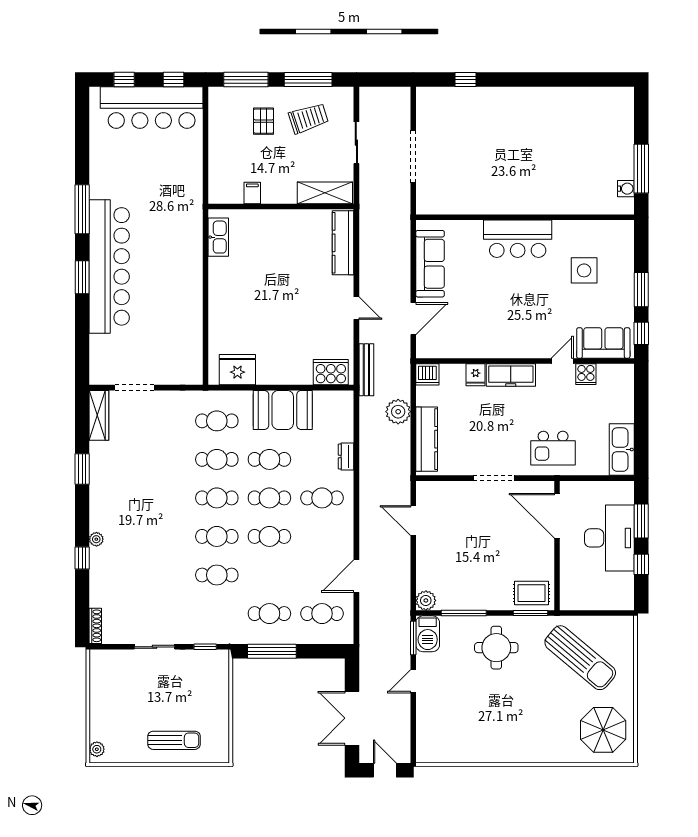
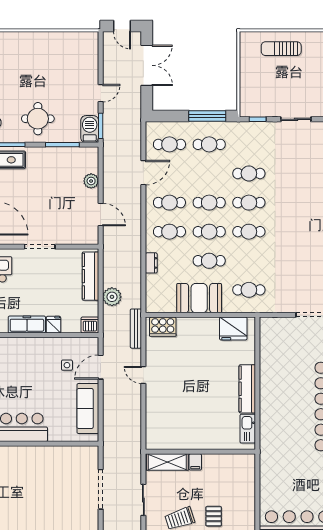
filing cabinet: (252, 193) -> (195, 462), moved
kitchen counter: (343, 243) -> (247, 389), moved, turned 180
side table: (458, 321) -> (67, 365), added
cafe table: (217, 459) -> (169, 203), moved
plant: (426, 600) -> (91, 181), moved

